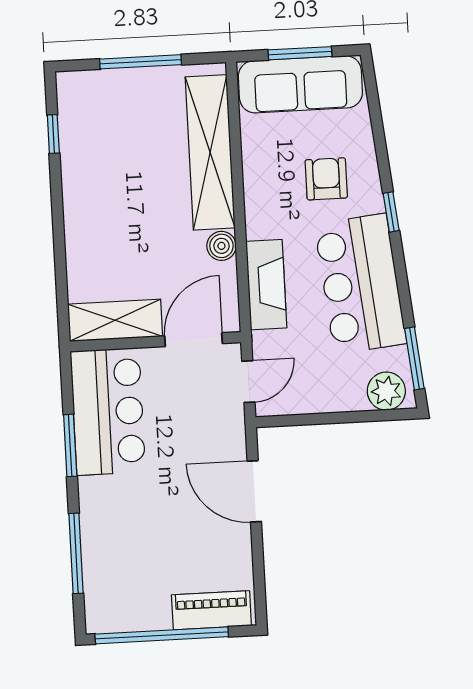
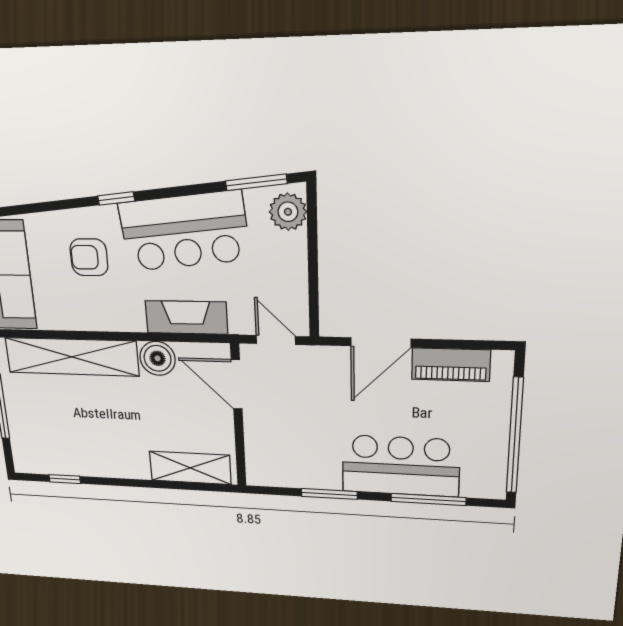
boiler: (221, 246) -> (158, 358), width x1.36, depth x1.36
shelving: (115, 320) -> (190, 468), moved, turned 90
bar counter: (108, 412) -> (400, 466), moved
piano: (211, 610) -> (451, 365), moved, turned -90

